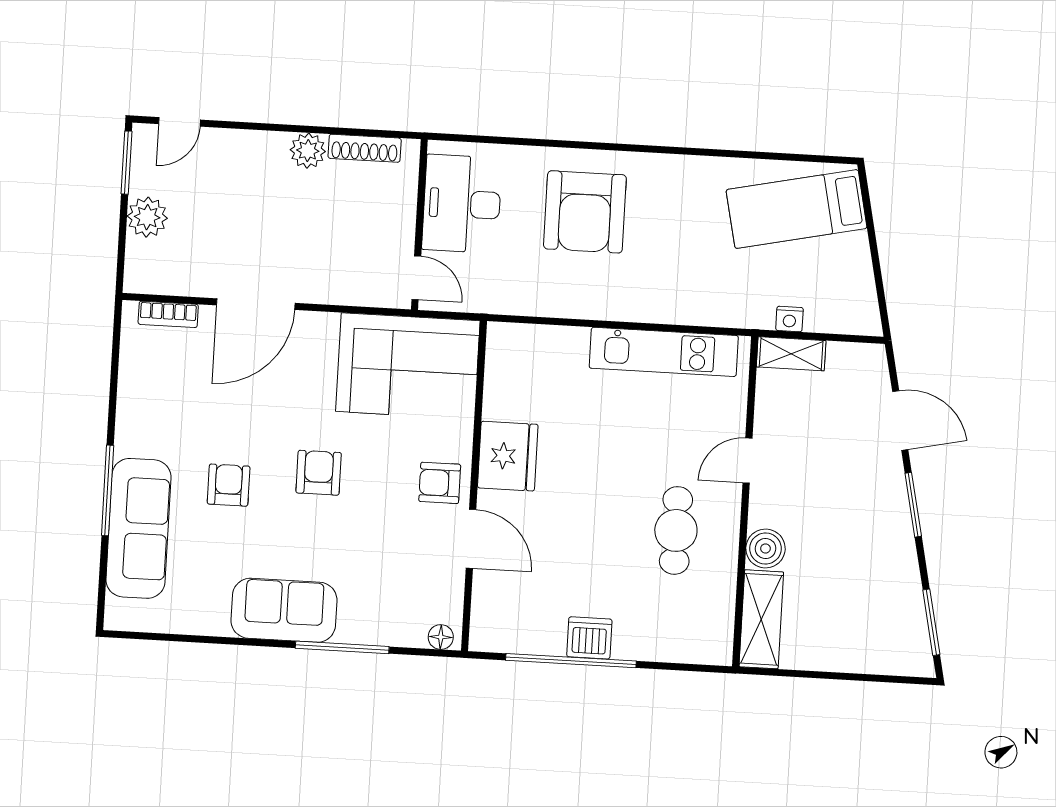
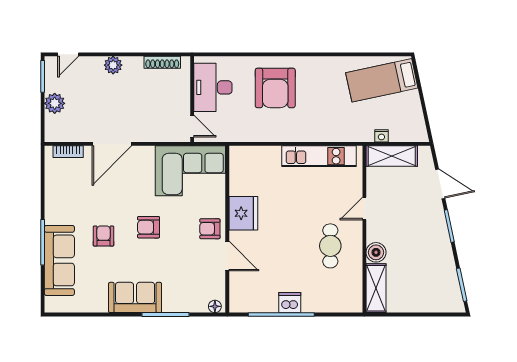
plant: (308, 151) -> (113, 65), moved
shelving: (791, 354) -> (392, 156), width x1.50, depth x1.33
armchair: (319, 473) -> (149, 227), turned -90

